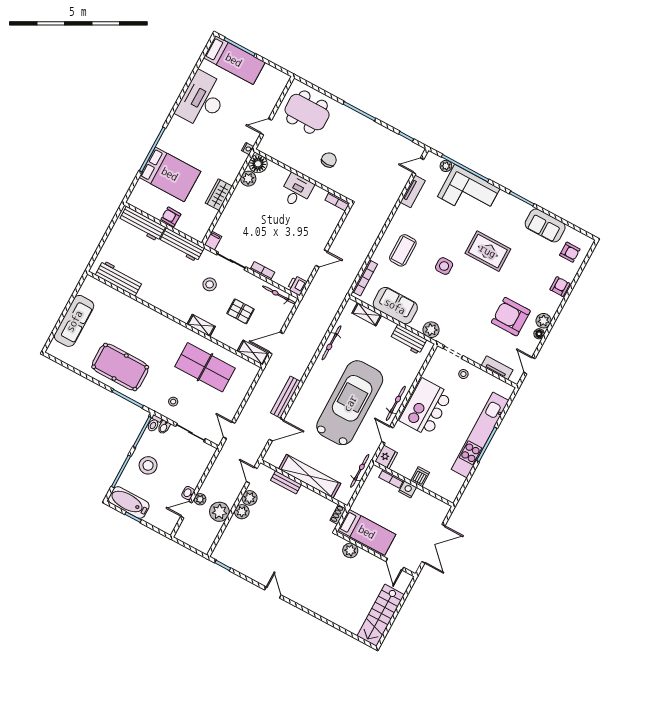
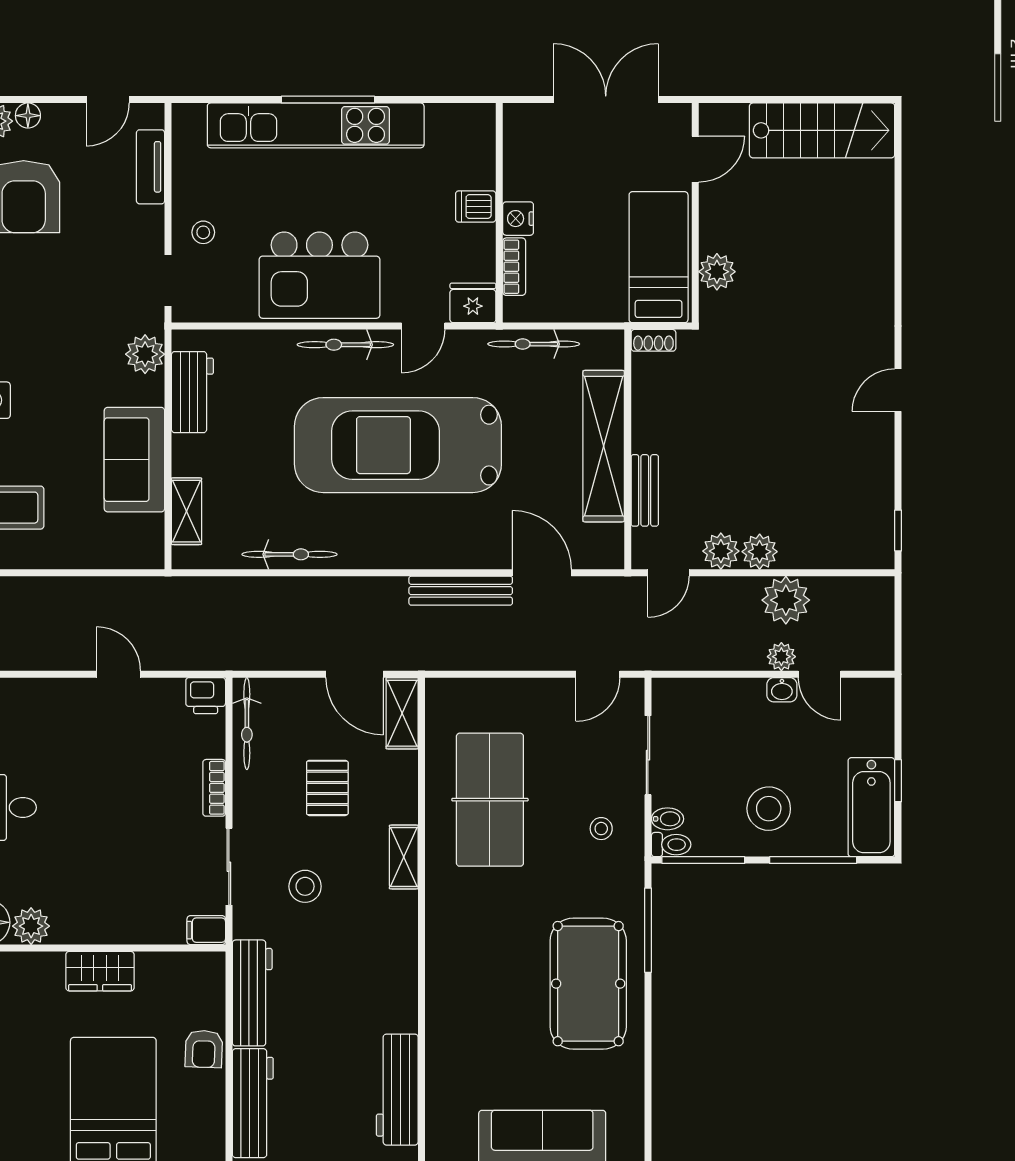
bookcase: (365, 278) -> (110, 558), removed

